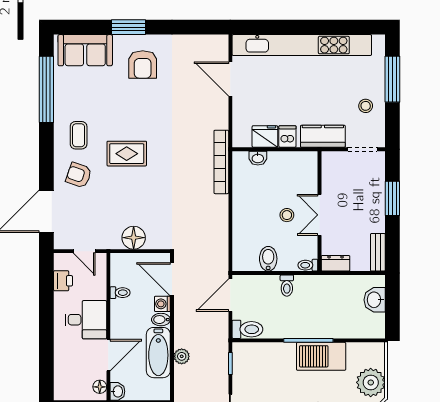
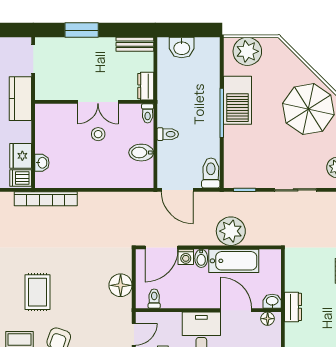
dishwasher: (287, 136) -> (21, 178), moved
toilet: (120, 293) -> (154, 299), moved
plant: (182, 356) -> (231, 231), width x1.88, depth x1.88
plant: (371, 382) -> (247, 51), moved

